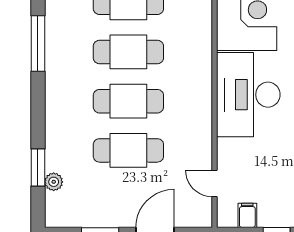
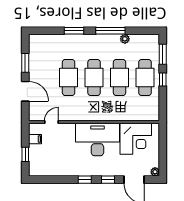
window: (38, 43) -> (110, 31), moved
window: (38, 167) -> (74, 31), moved
plant: (54, 182) -> (125, 39), moved

